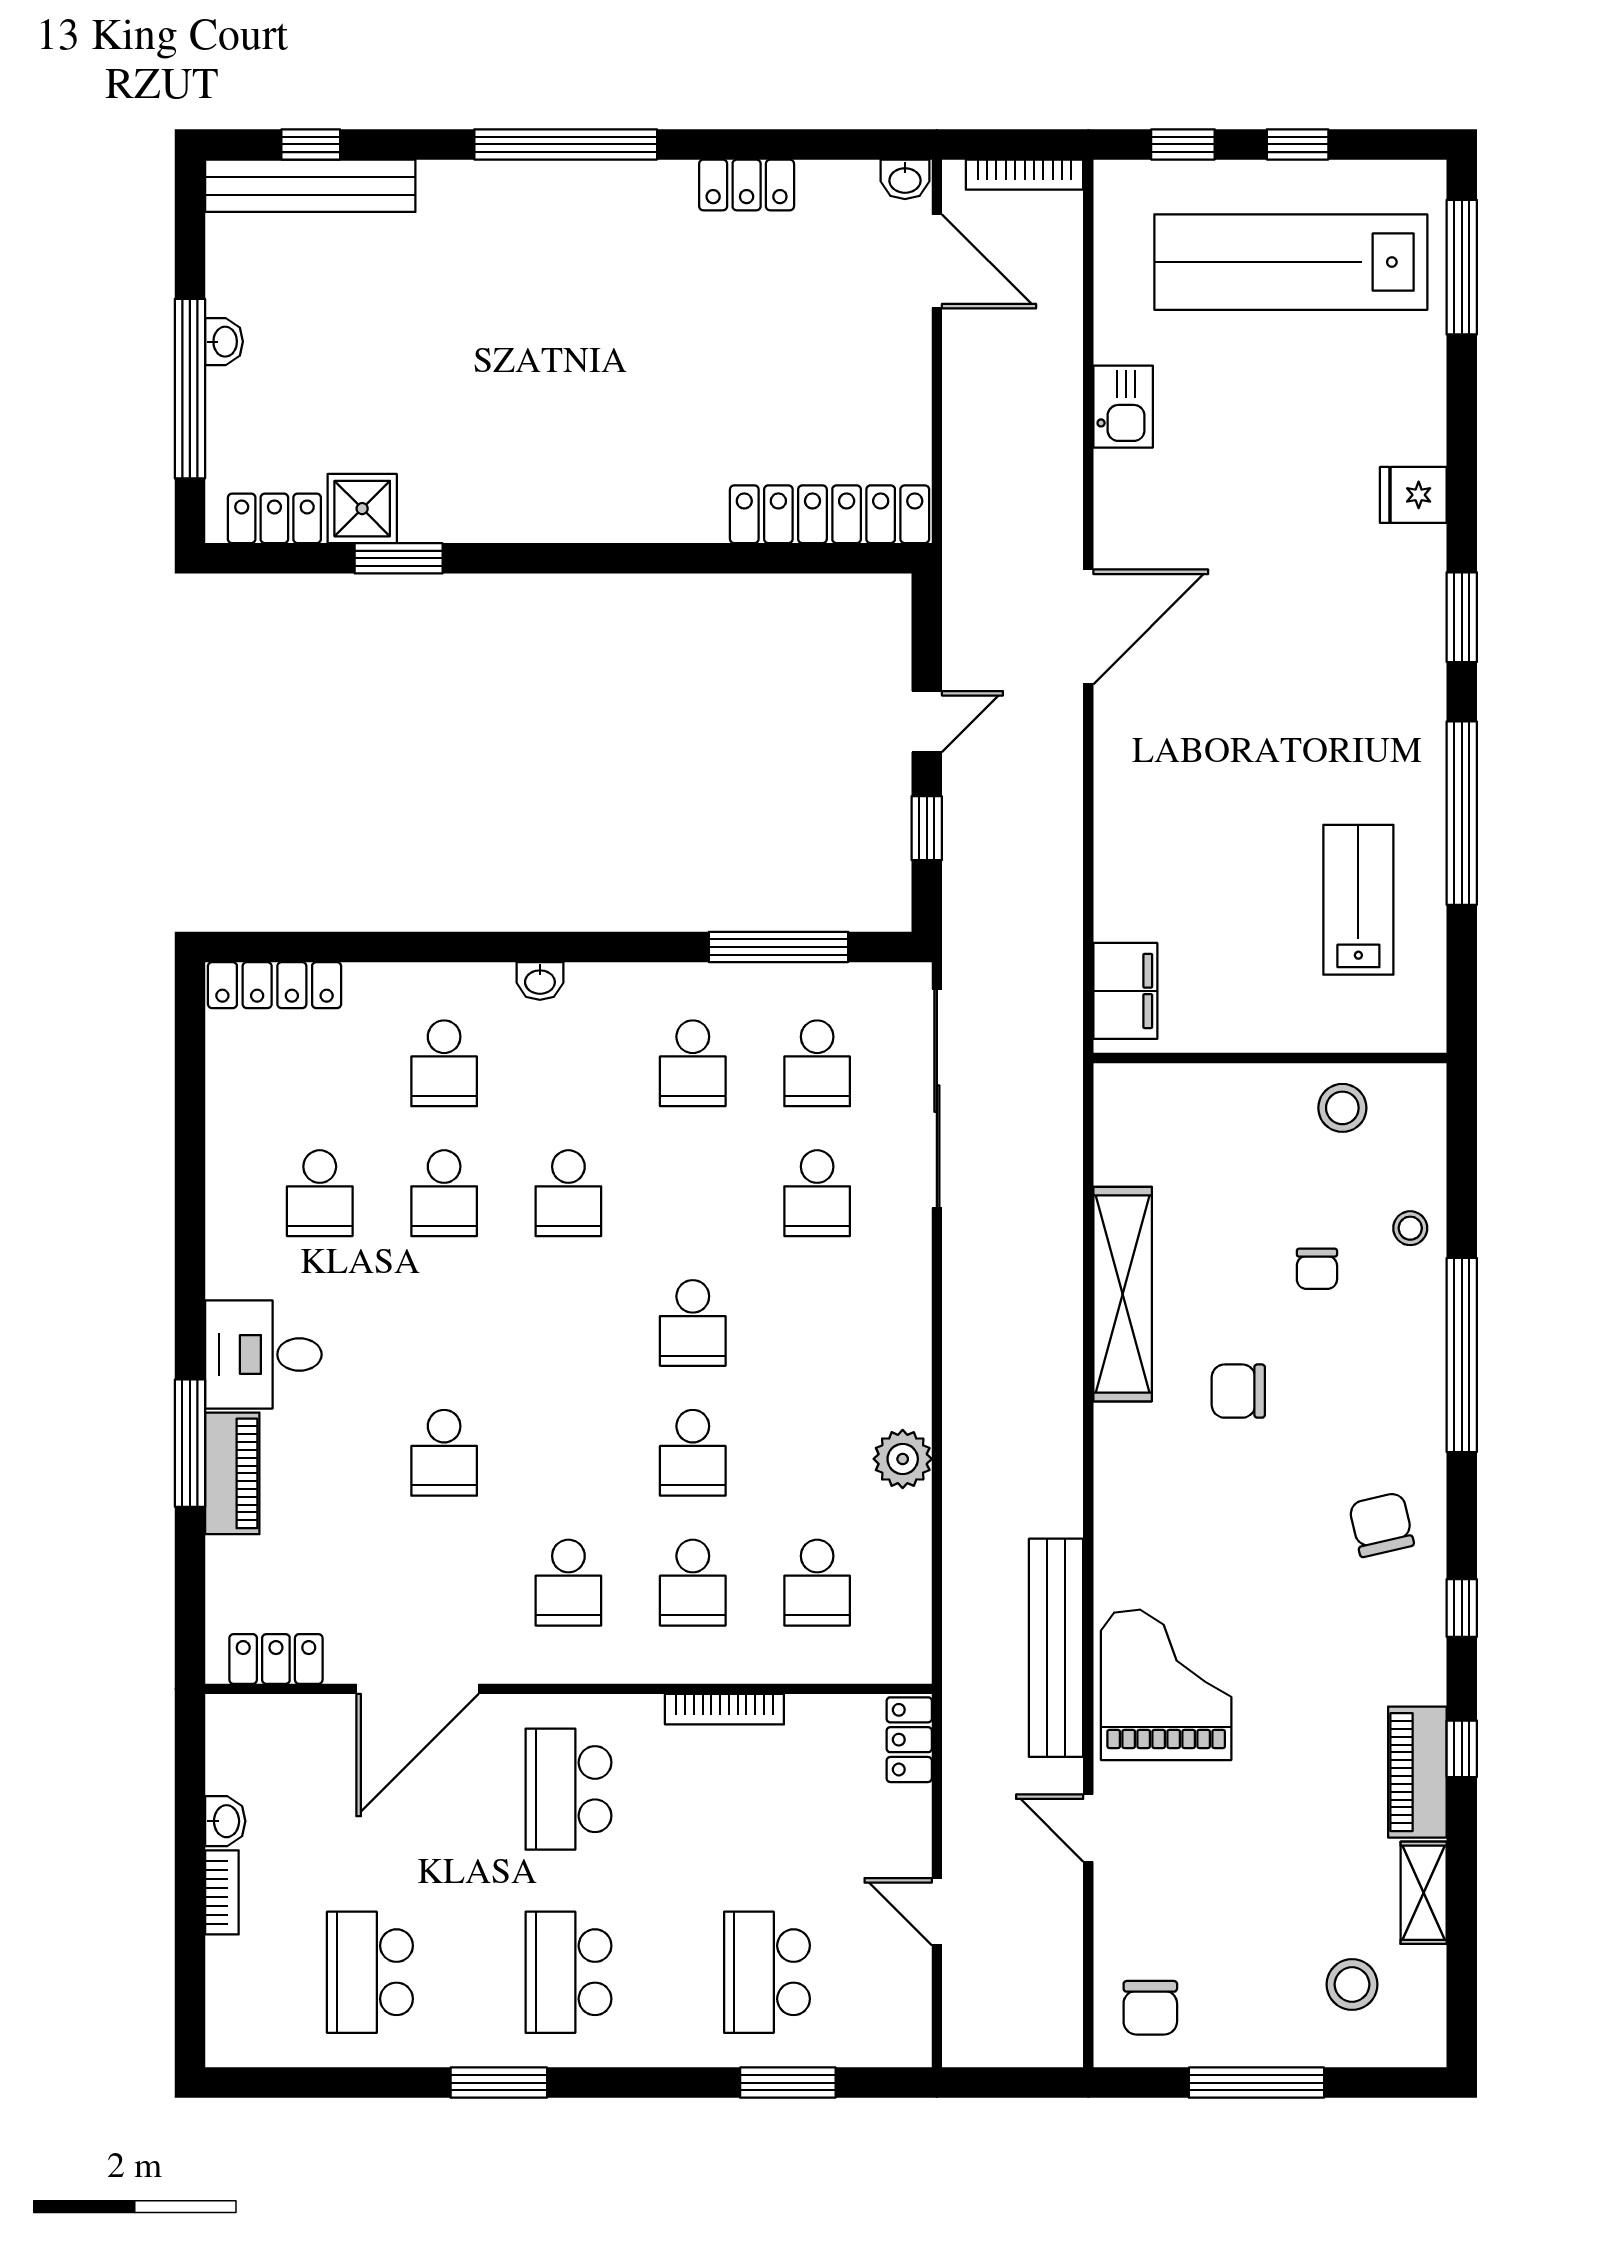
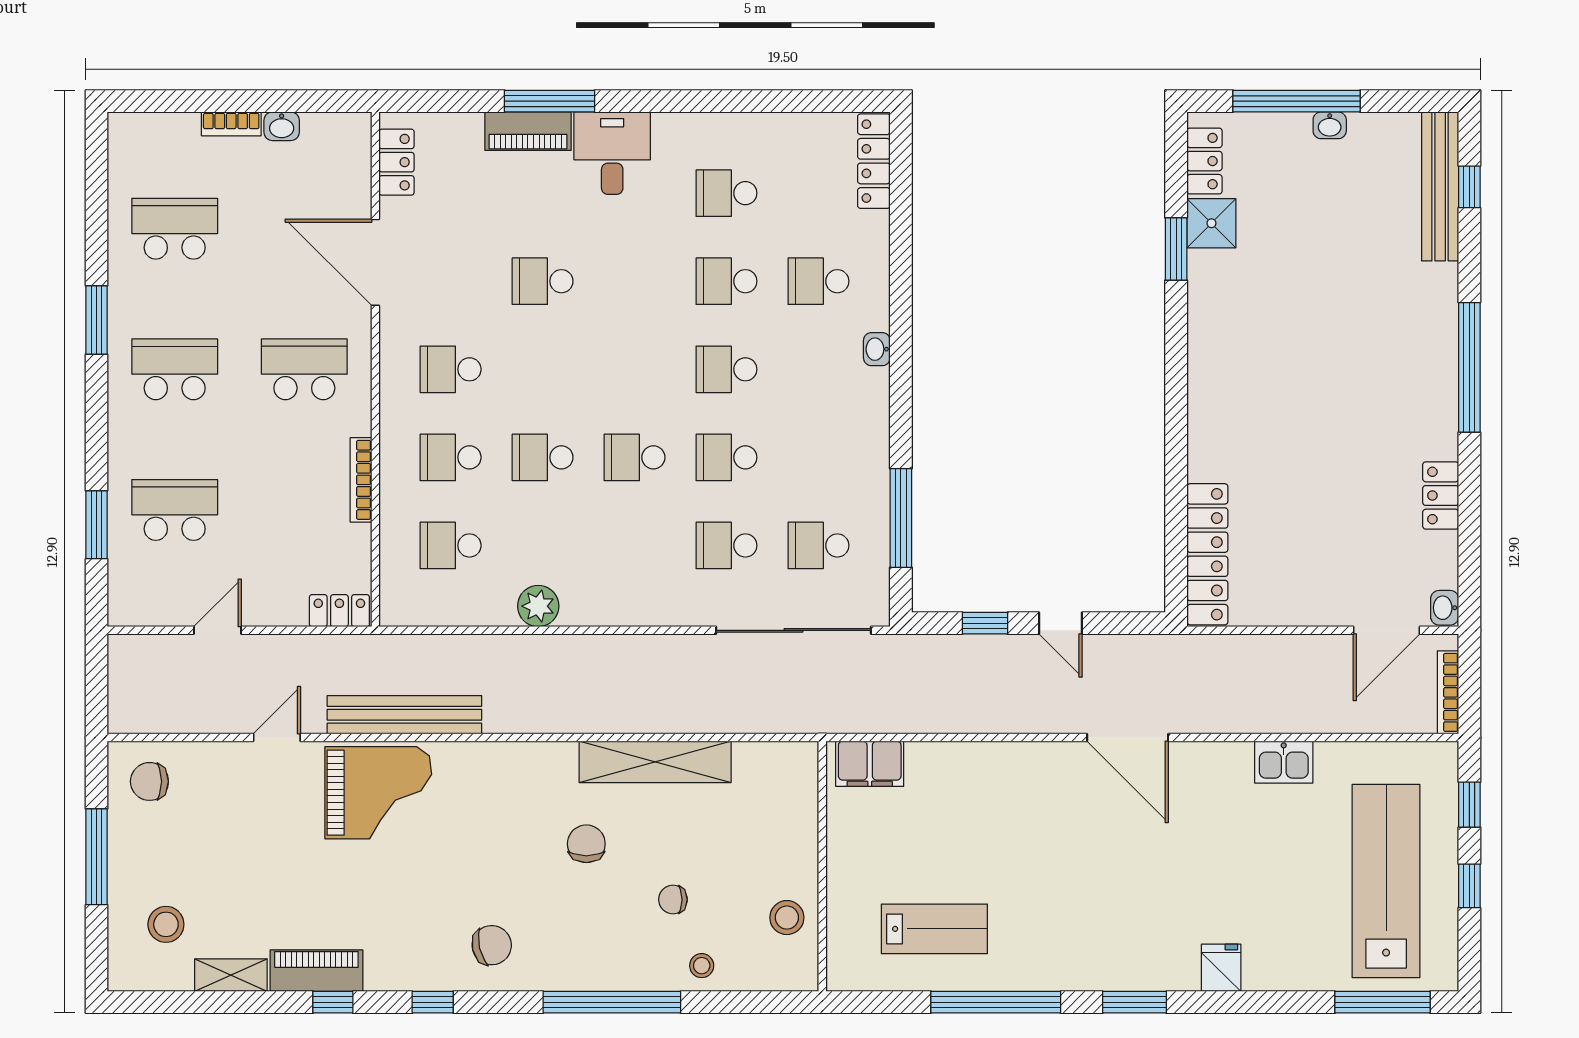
school desk: (693, 1063) -> (727, 457), moved

